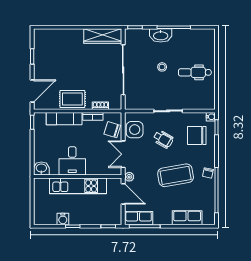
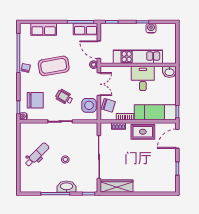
dental chair: (195, 72) -> (37, 155), turned -45
exam couch: (64, 119) -> (155, 112), width x1.36, depth x1.45

